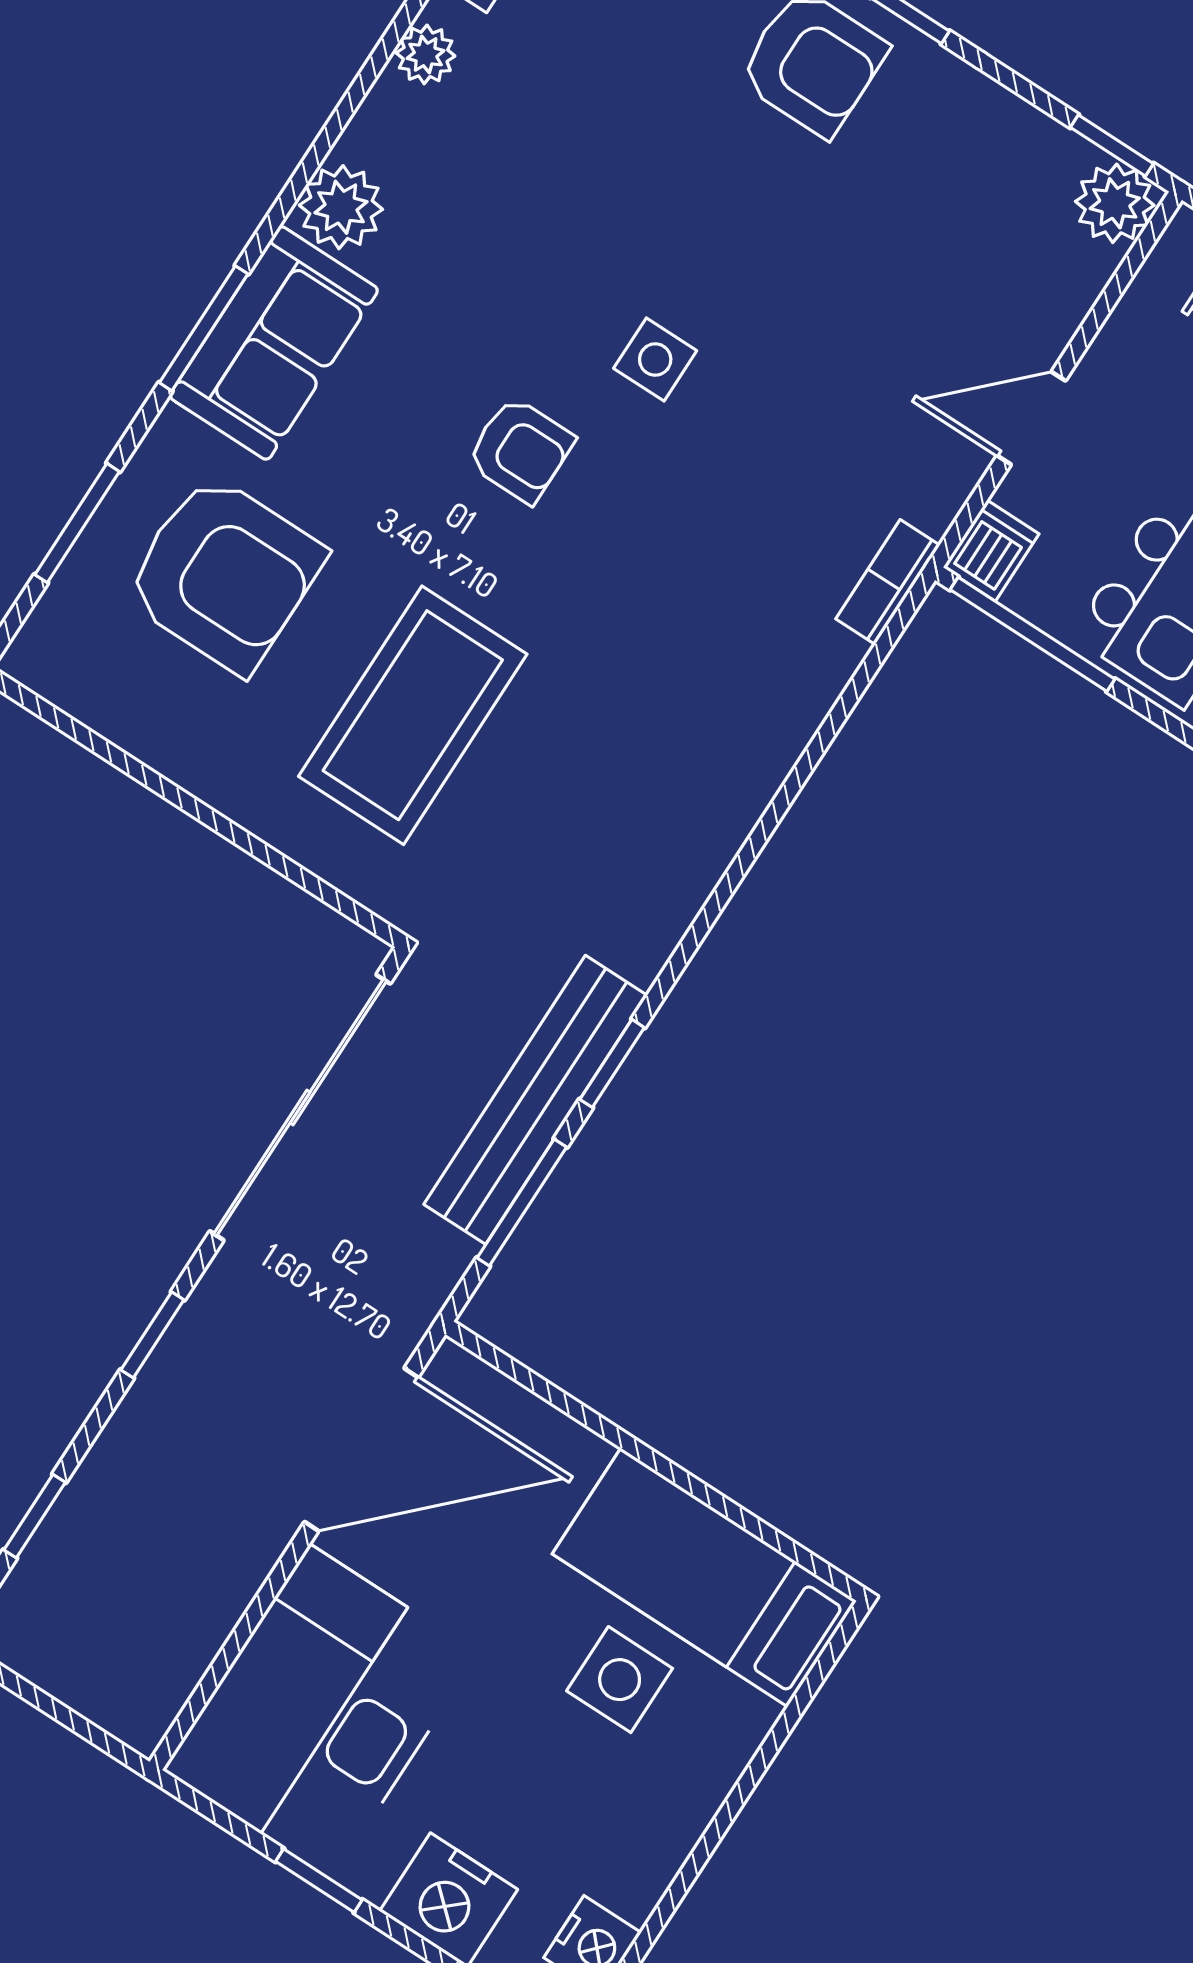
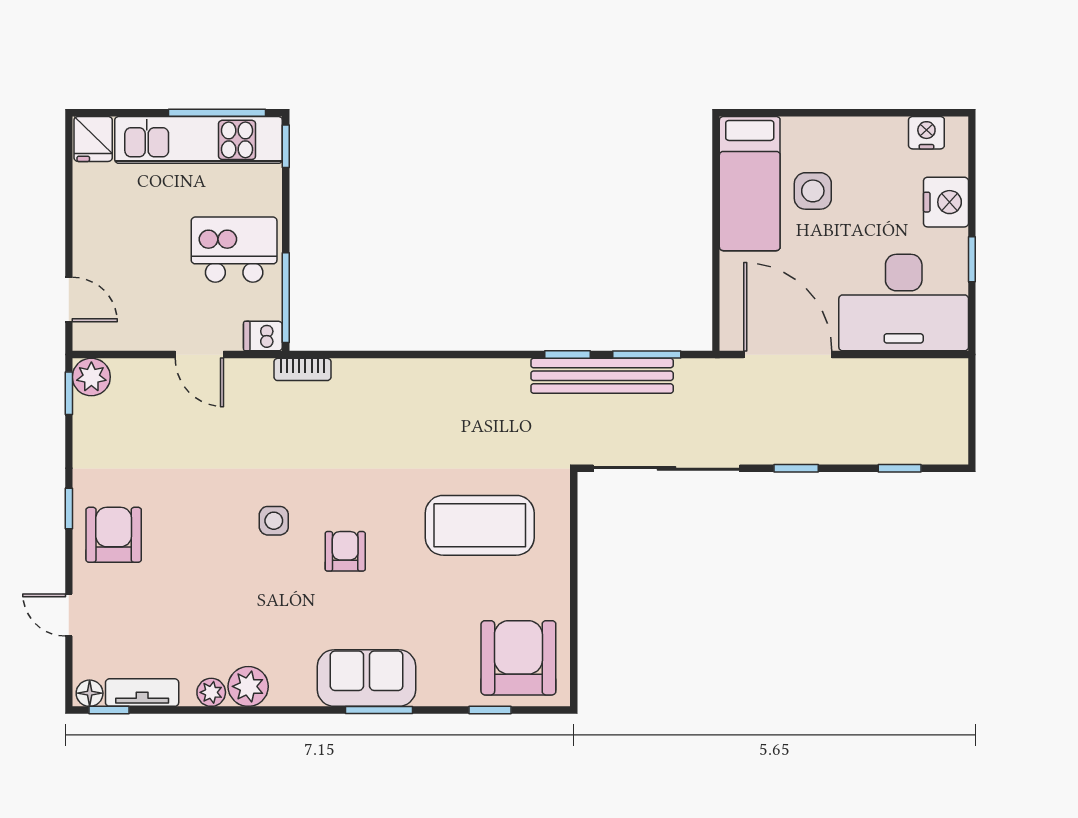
plant: (341, 207) -> (248, 686), moved
window: (77, 523) -> (490, 710), width x0.67
armchair: (224, 574) -> (518, 658), moved

